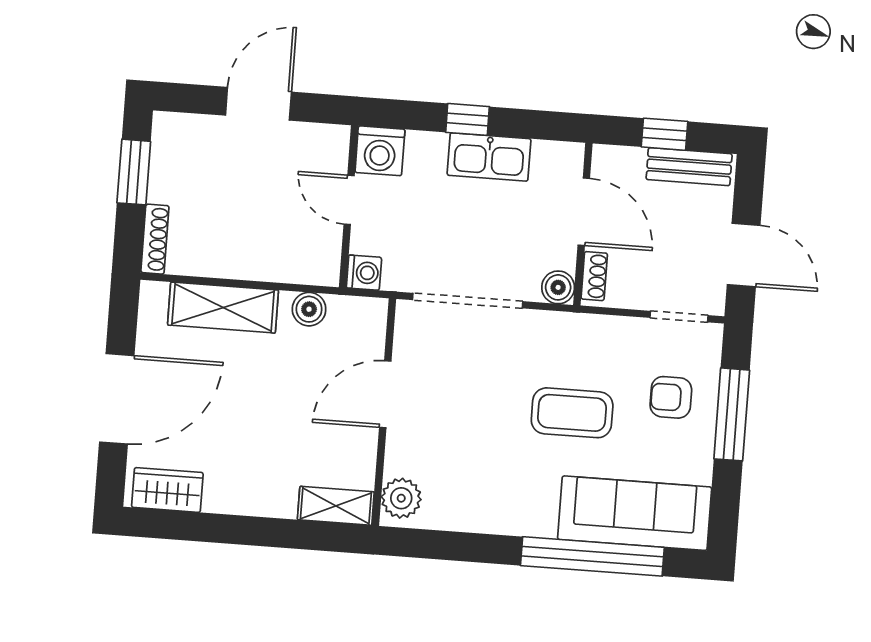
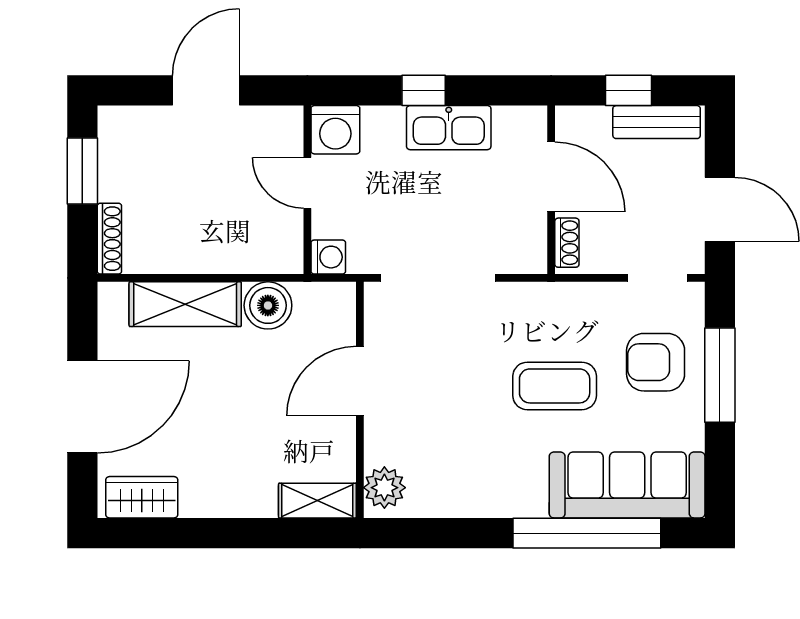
boiler: (558, 287) -> (530, 257), removed
boiler: (309, 309) -> (268, 305), width x1.36, depth x1.36
armchair: (671, 397) -> (656, 362), width x1.38, depth x1.38

